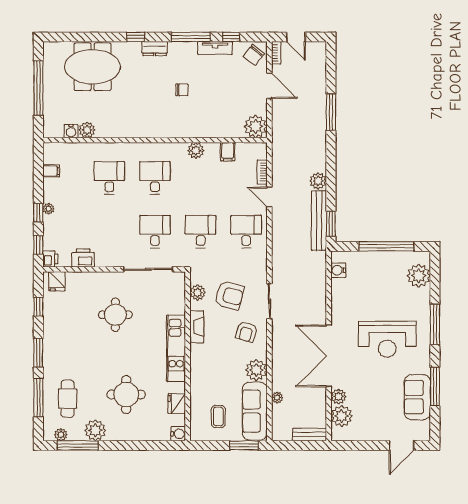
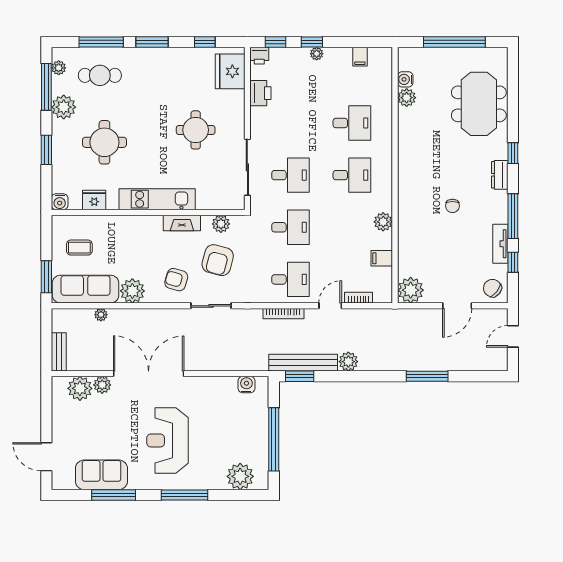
bookcase: (276, 53) -> (283, 314), moved, width x1.56
fridge: (57, 281) -> (230, 71), width x1.88, depth x1.34
window: (133, 445) -> (46, 150), added

